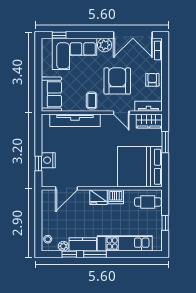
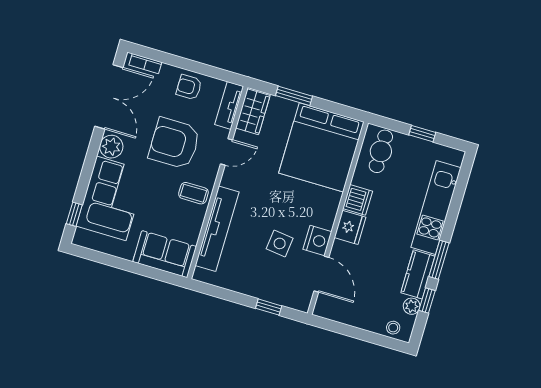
side table: (77, 159) -> (280, 243), added
nightstand: (48, 160) -> (317, 240), moved, turned -90

